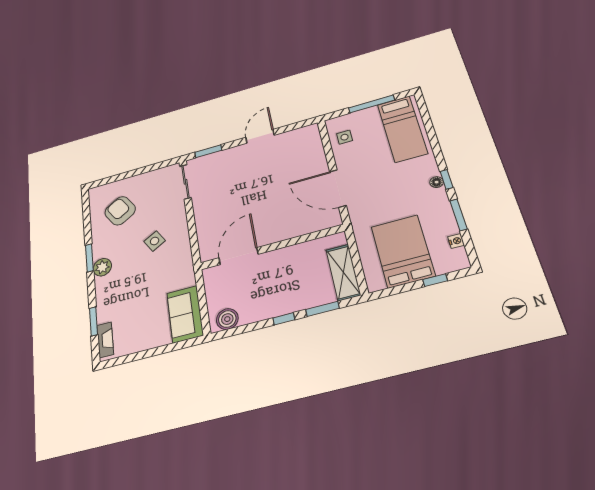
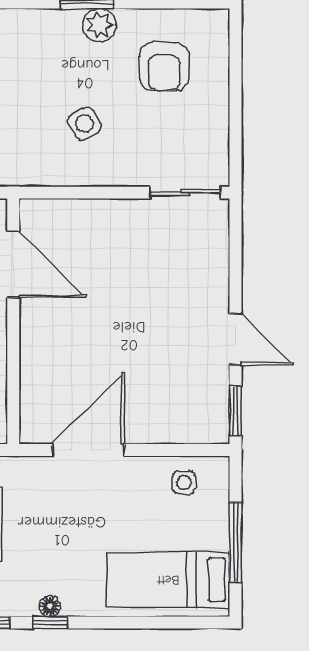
window: (208, 151) -> (236, 411), moved
armchair: (120, 211) -> (164, 66), turned 122
plant: (102, 267) -> (99, 25), moved

